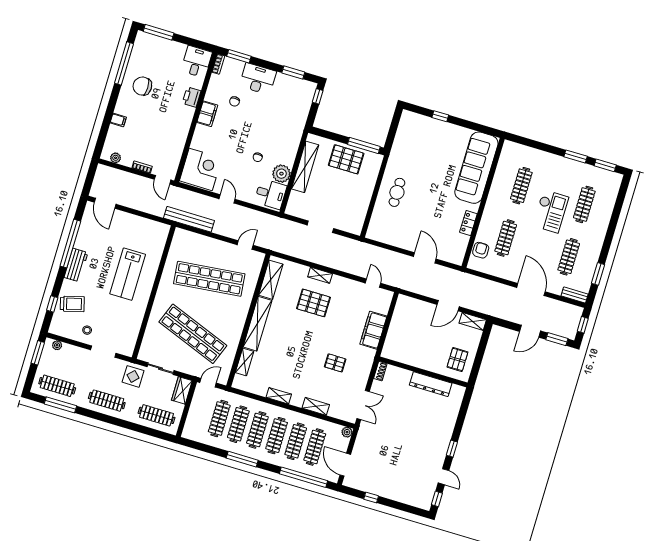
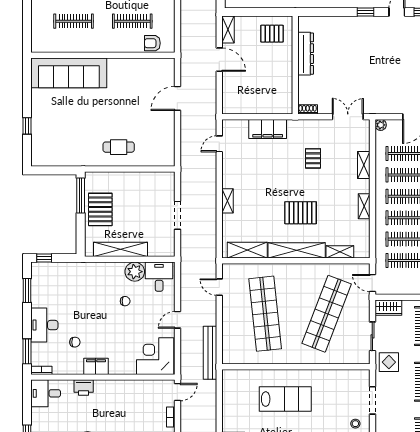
locker: (468, 223) -> (128, 64), removed
pallet: (314, 303) -> (301, 213), moved, turned 90

